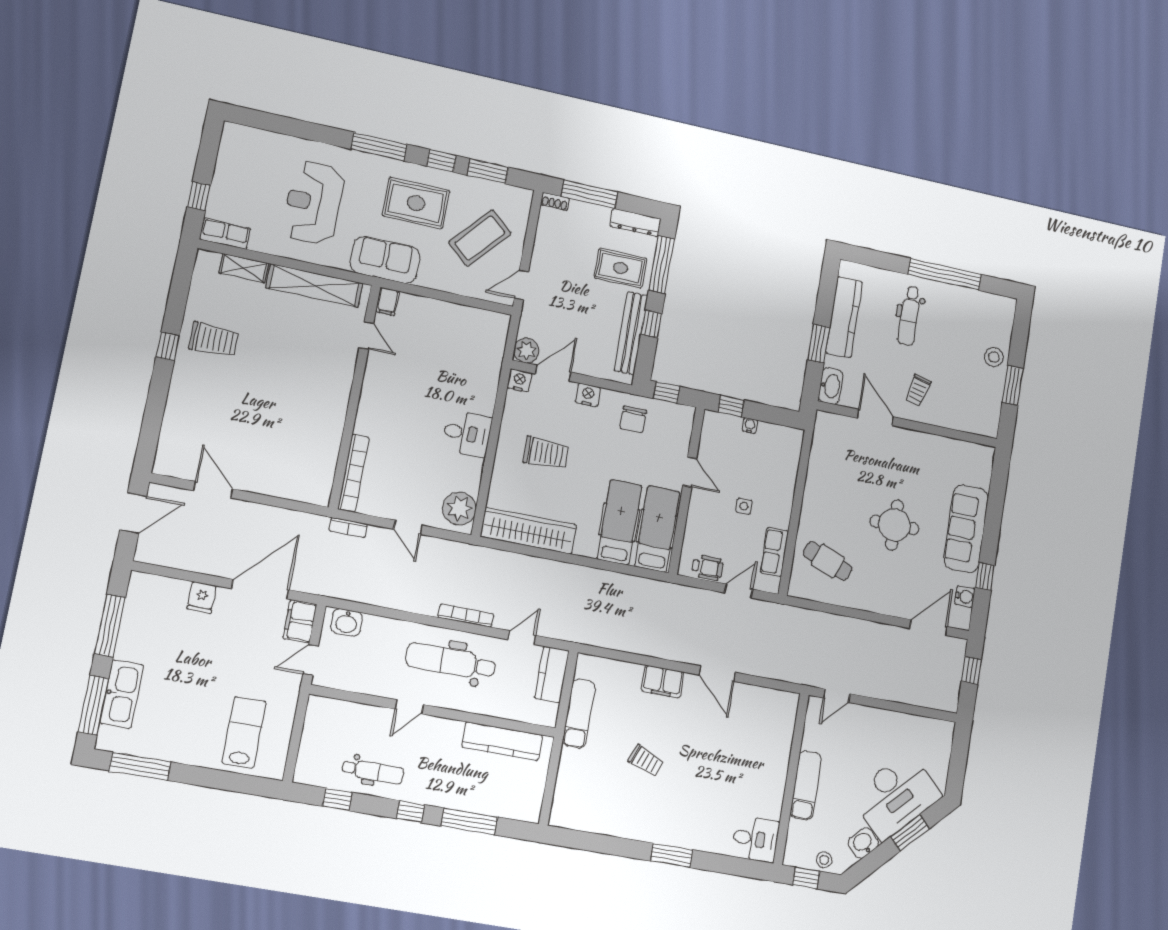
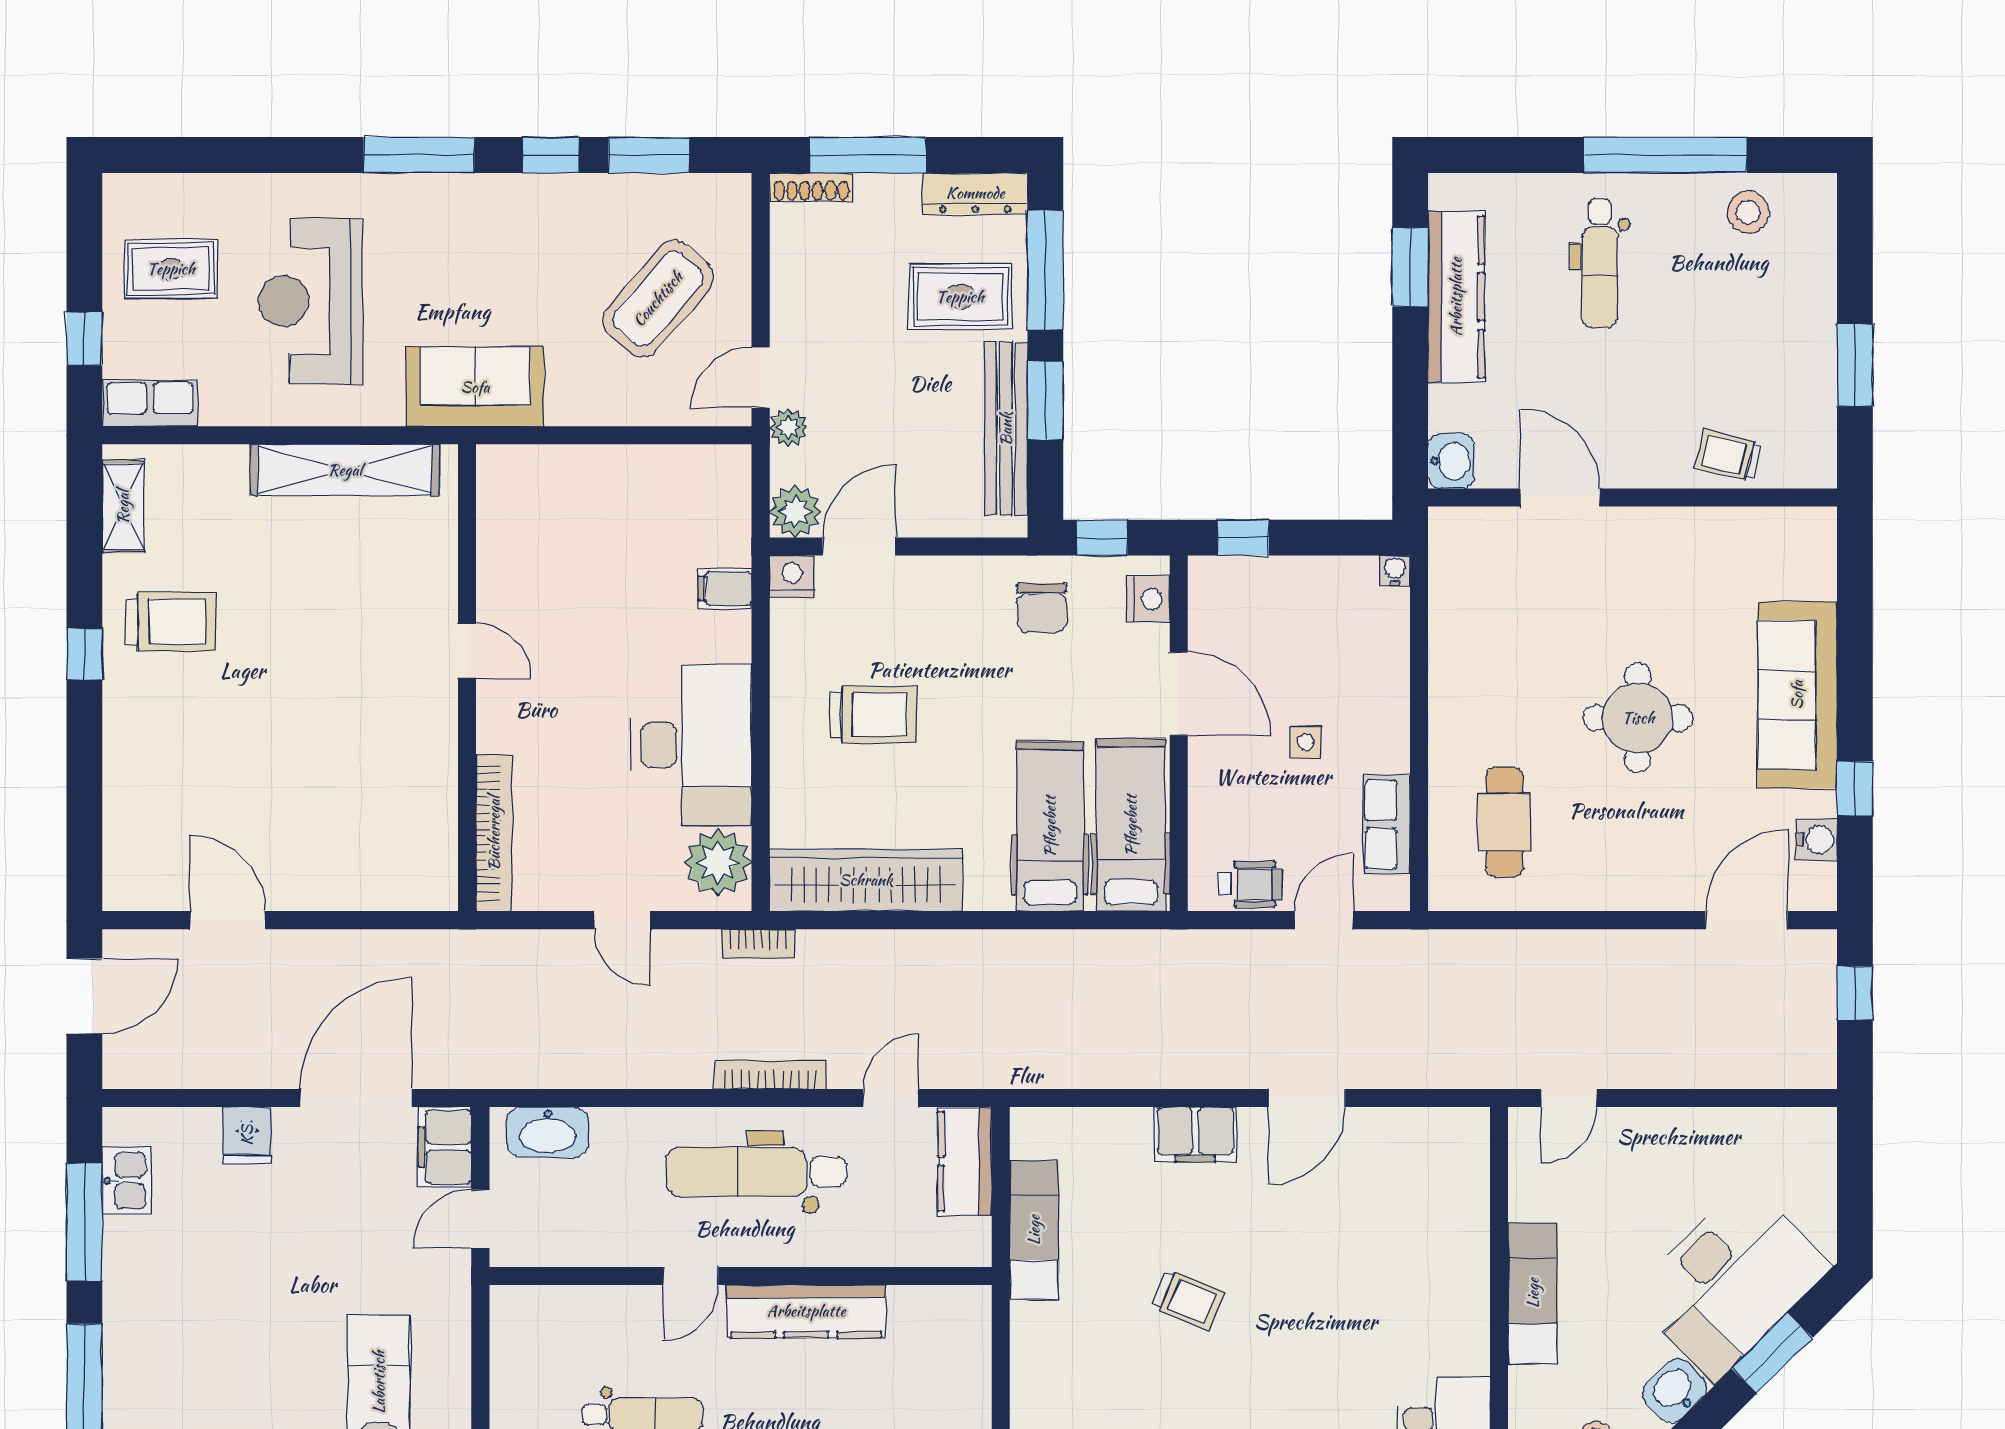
shoe rack: (555, 202) -> (811, 187), width x1.43
rug: (416, 203) -> (171, 269), moved, width x0.73, depth x0.70
shelving: (244, 268) -> (123, 507), moved, turned 90
filing cabinet: (387, 301) -> (725, 588), moved, turned 90
plant: (530, 311) -> (788, 428), added
window: (651, 324) -> (1045, 400), width x1.50
door: (366, 335) -> (467, 651), moved
window: (819, 344) -> (1410, 267), moved
stool: (994, 357) -> (1748, 212), moved
washbasin: (831, 386) -> (1451, 461), width x0.72
trolley: (918, 390) -> (1728, 456), moved, turned 90
nightstand: (588, 395) -> (1148, 599), moved, turned 90
water cooler: (750, 425) -> (1395, 570), moved
desk: (467, 434) -> (691, 745), width x1.87, depth x1.30
door: (690, 472) -> (1179, 694), width x1.38
bookcase: (348, 528) -> (758, 944), moved
cafe table: (828, 561) -> (1504, 822), turned 69
washbasin: (347, 622) -> (548, 1132), width x1.38
door: (717, 674) -> (1307, 1098), hinge flipped
kitchen sink: (122, 694) -> (127, 1181), moved, width x0.53, depth x0.81
kitchen counter: (502, 741) -> (806, 1311), moved

